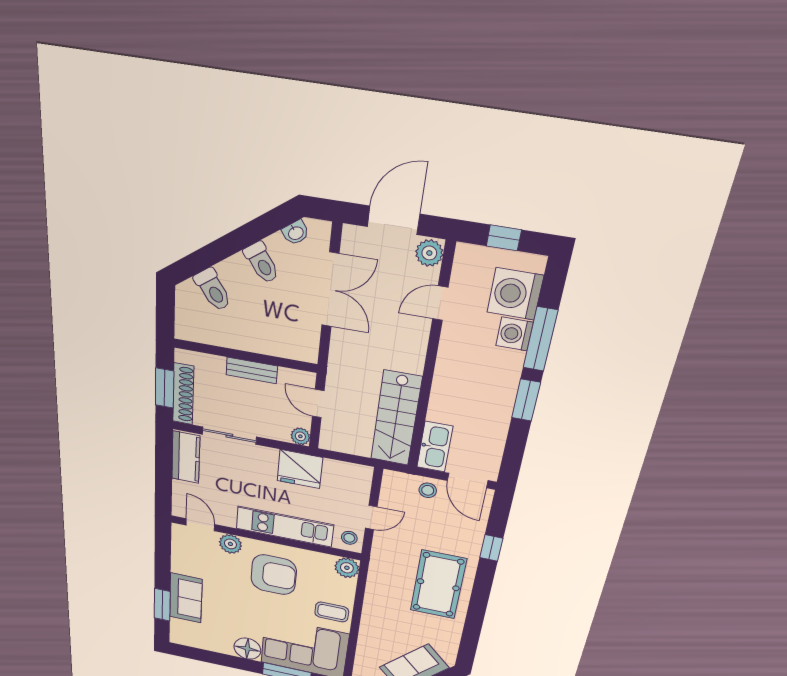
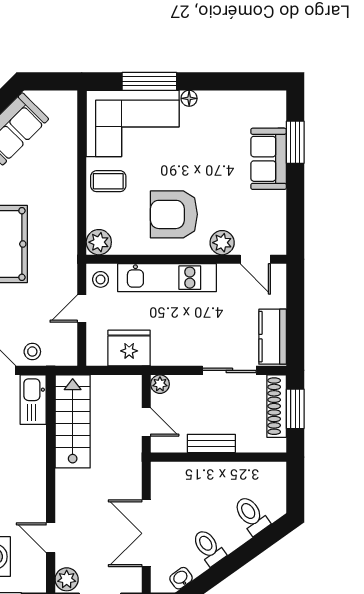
door: (440, 303) -> (51, 538), swing flipped
fridge: (300, 469) -> (129, 348), moved
floor lamp: (247, 649) -> (189, 98), width x0.53, depth x0.53

